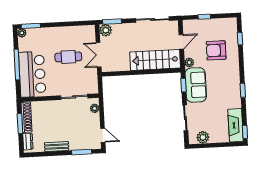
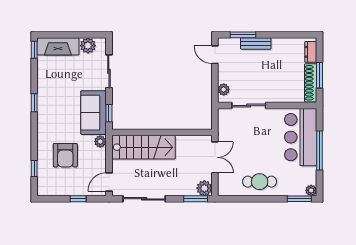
door: (181, 42) -> (109, 182), moved
armchair: (216, 50) -> (65, 155), turned 90
cafe table: (68, 57) -> (260, 182), moved
fireplace: (236, 125) -> (58, 46), moved, turned 90
bench: (57, 147) -> (256, 44), moved

